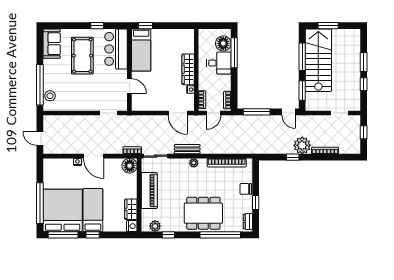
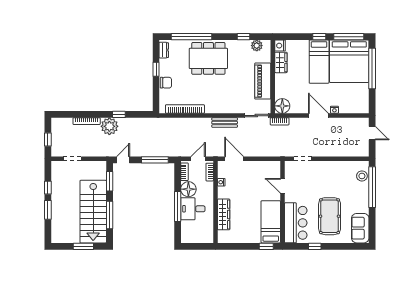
floor lamp: (223, 43) -> (188, 189), moved
window: (234, 53) -> (178, 206), moved
wardrobe: (188, 69) -> (224, 214), moved
door: (289, 112) -> (123, 160), hinge flipped
plant: (194, 163) -> (218, 109), removed

